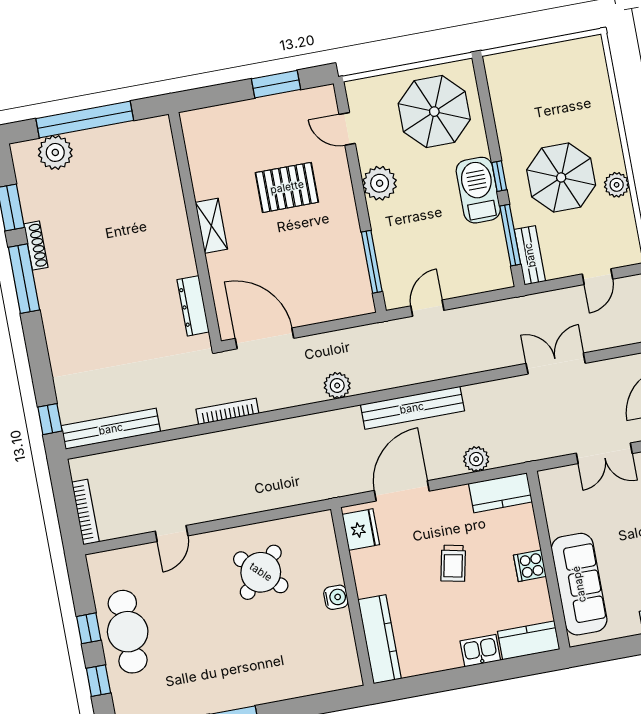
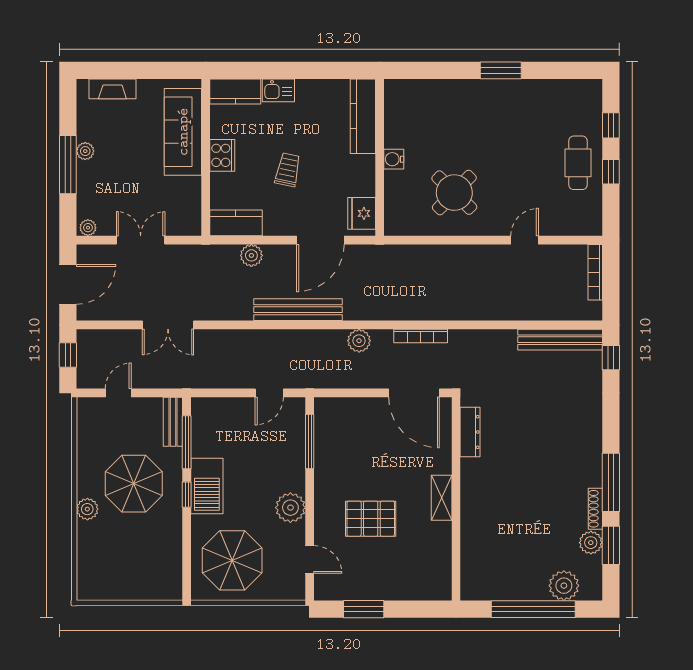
plant: (617, 185) -> (87, 509), moved
plant: (34, 207) -> (591, 543), added
bookcase: (227, 411) -> (421, 336), moved
cooker: (530, 566) -> (222, 155), width x1.36
cafe table: (128, 632) -> (578, 163), width x0.73, depth x0.74

